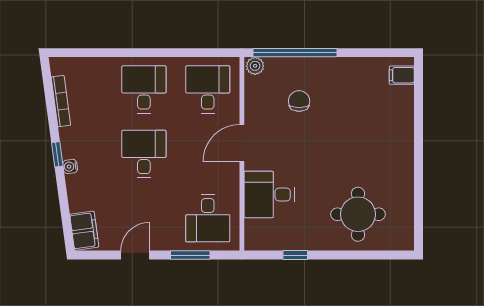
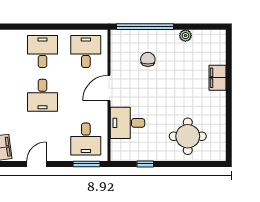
plant: (255, 66) -> (185, 36), moved
filing cabinet: (402, 75) -> (217, 78), moved, width x2.00
desk: (144, 154) -> (43, 95), turned 180
window: (190, 255) -> (87, 164), moved

